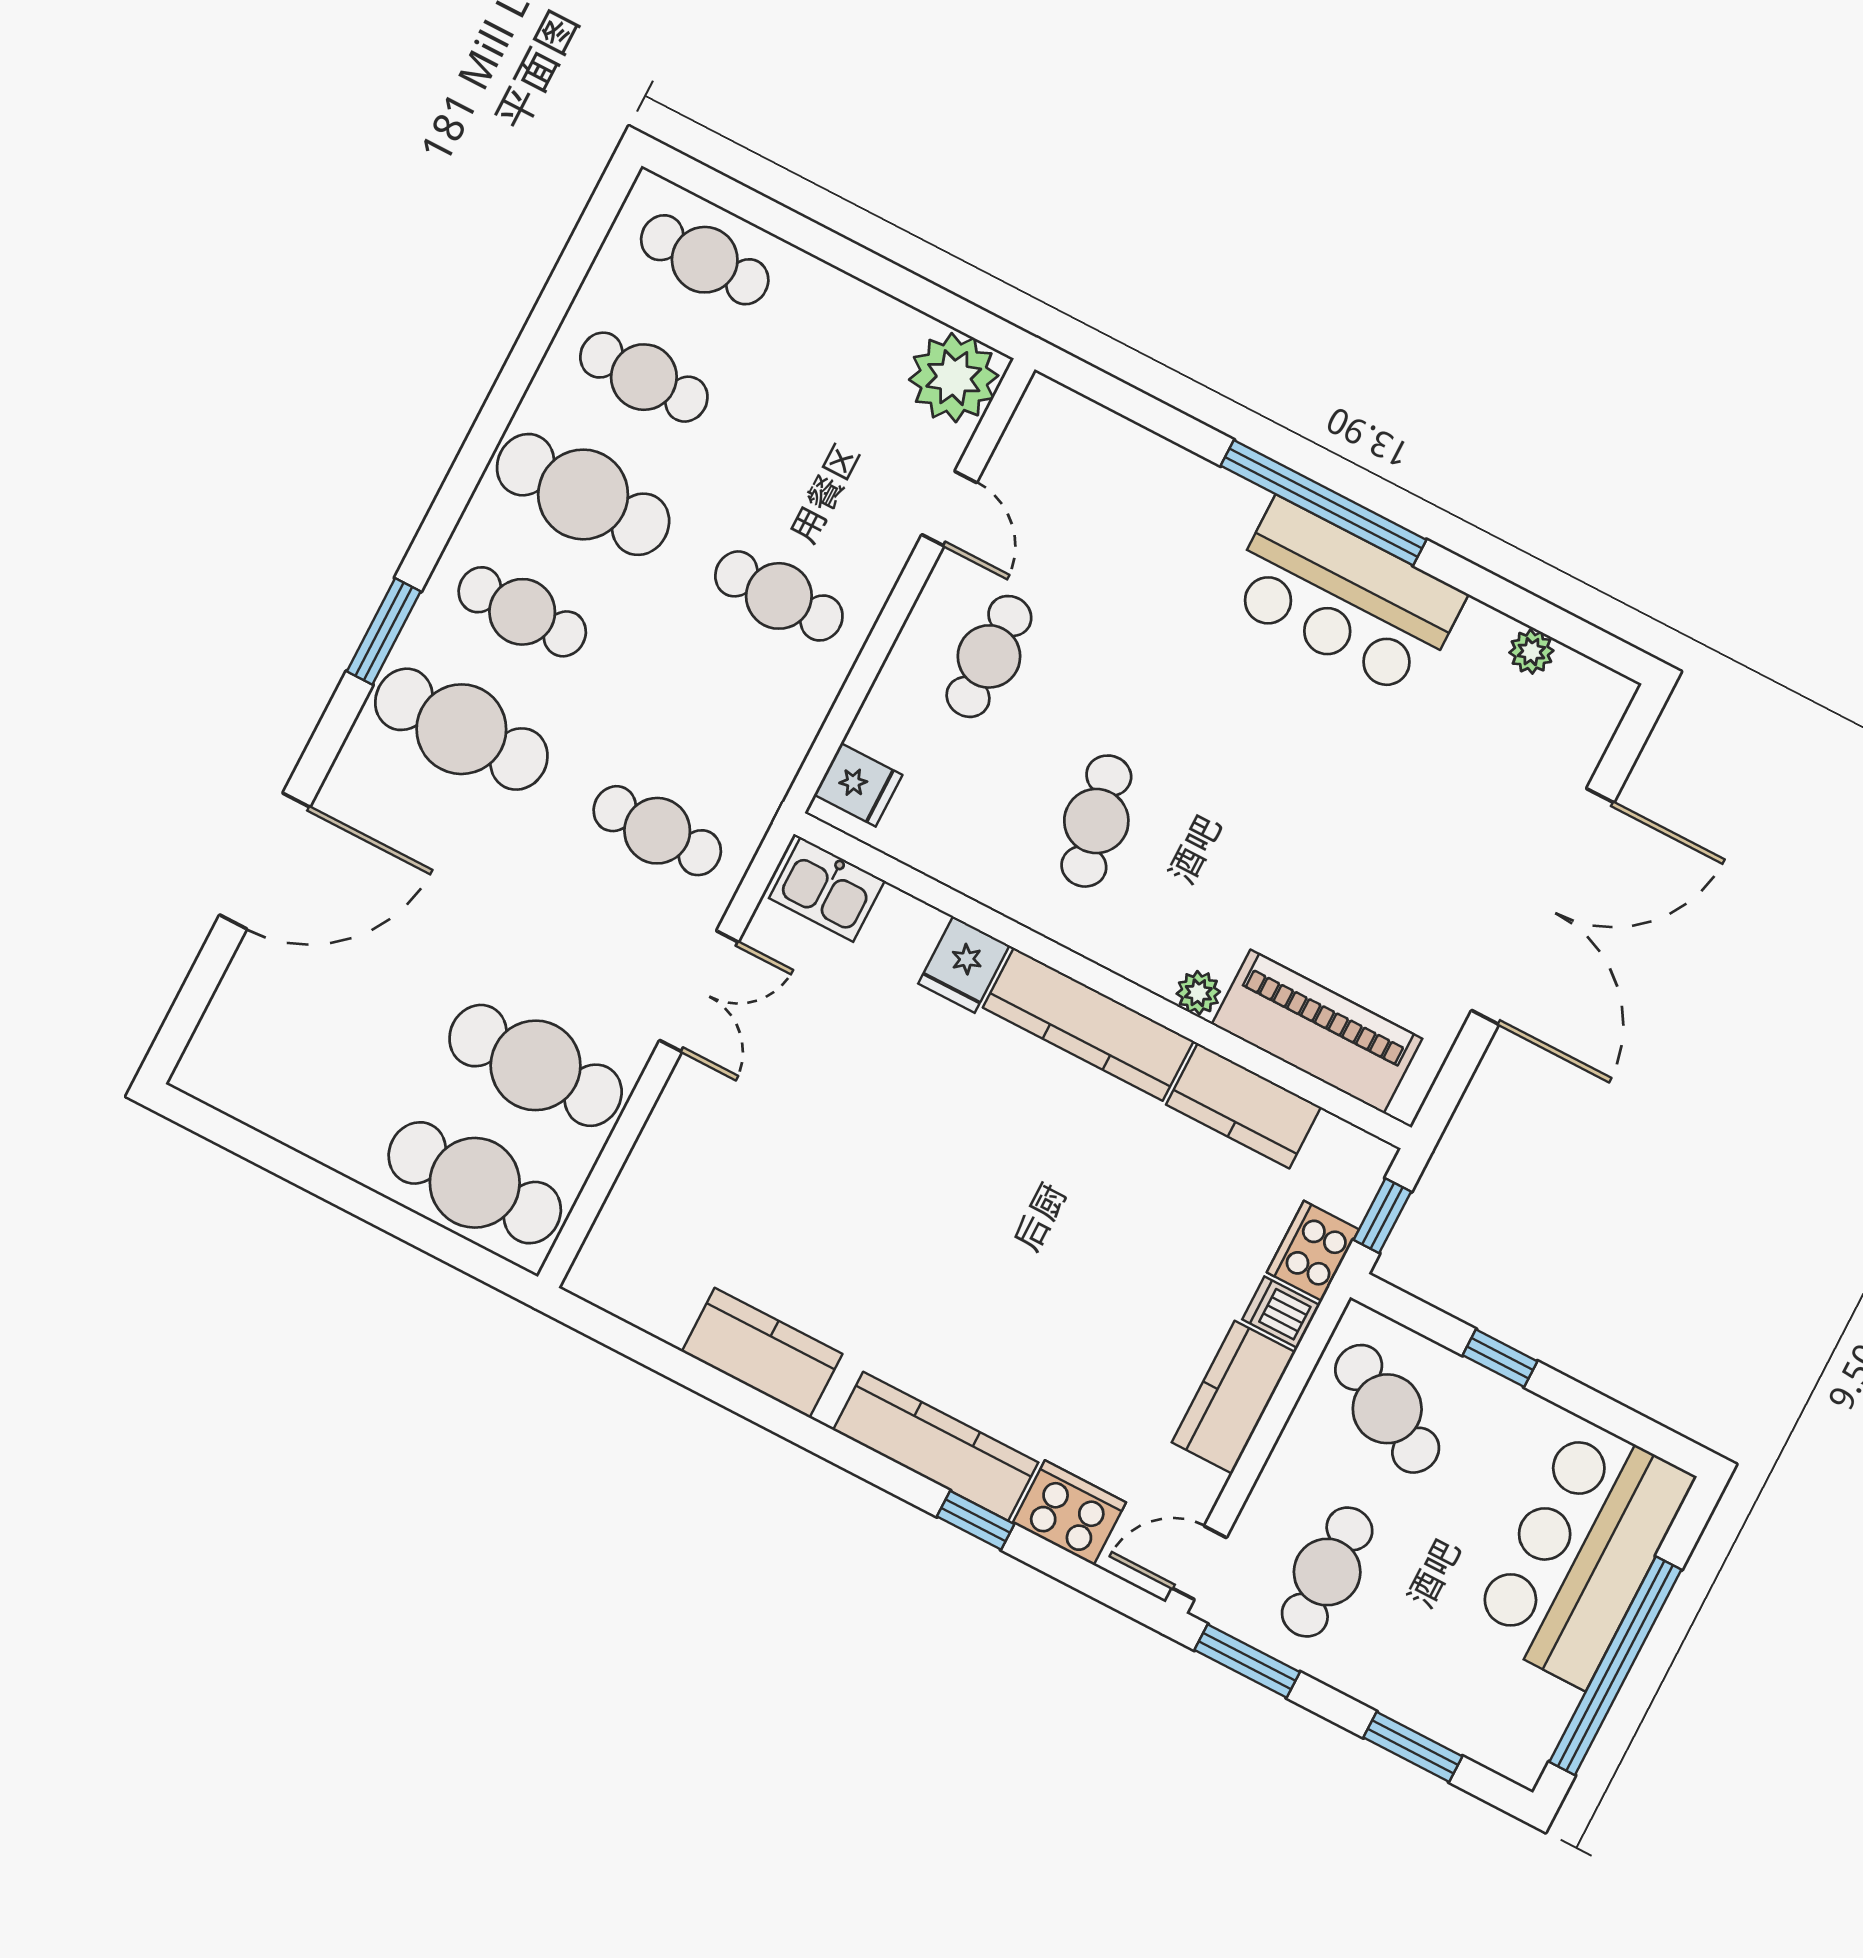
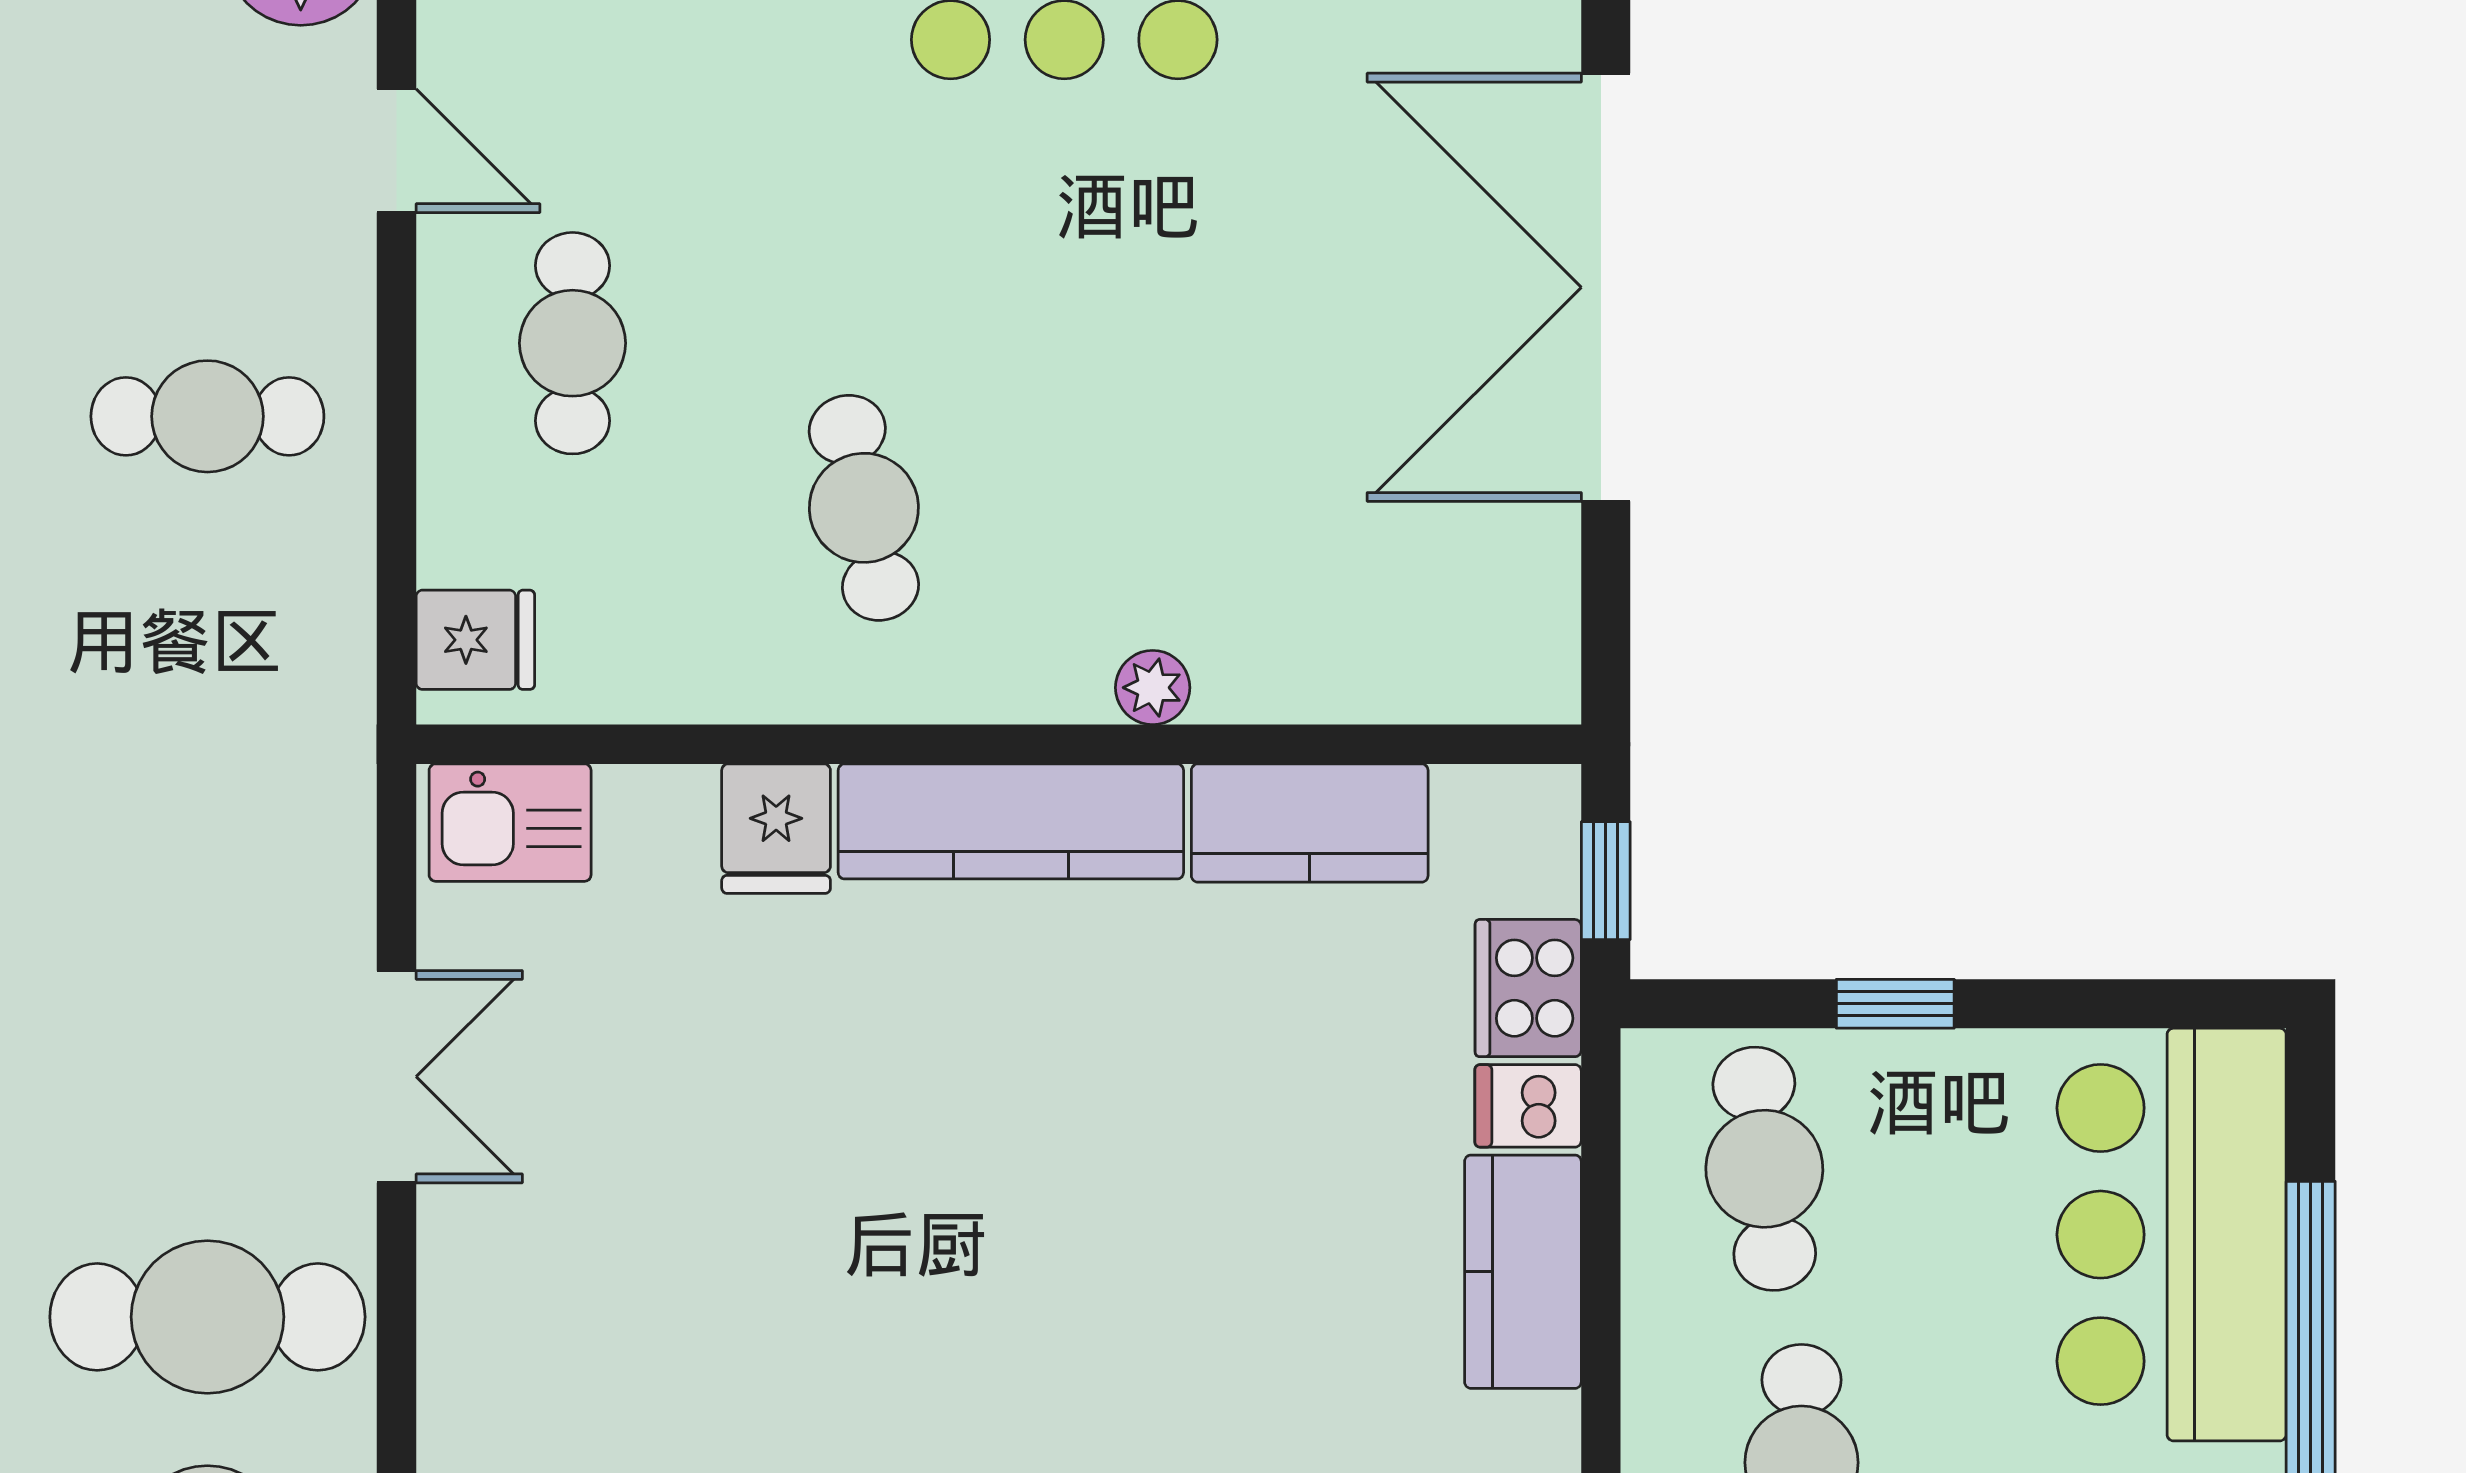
cafe table: (657, 831) -> (207, 867), removed
double door: (1543, 906) -> (1606, 287), swing flipped
piano: (1317, 1031) -> (1363, 653), removed
cafe table: (1387, 1409) -> (1764, 1169), turned 55

